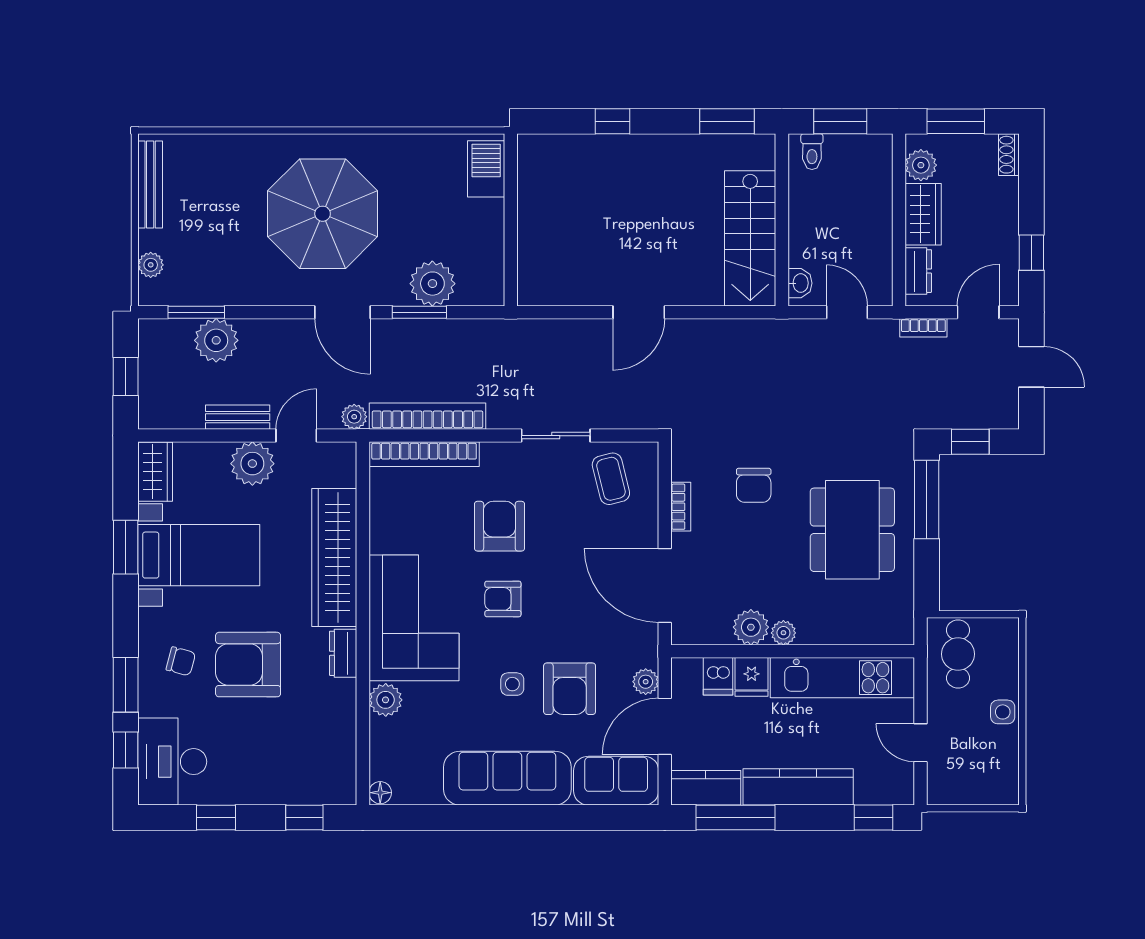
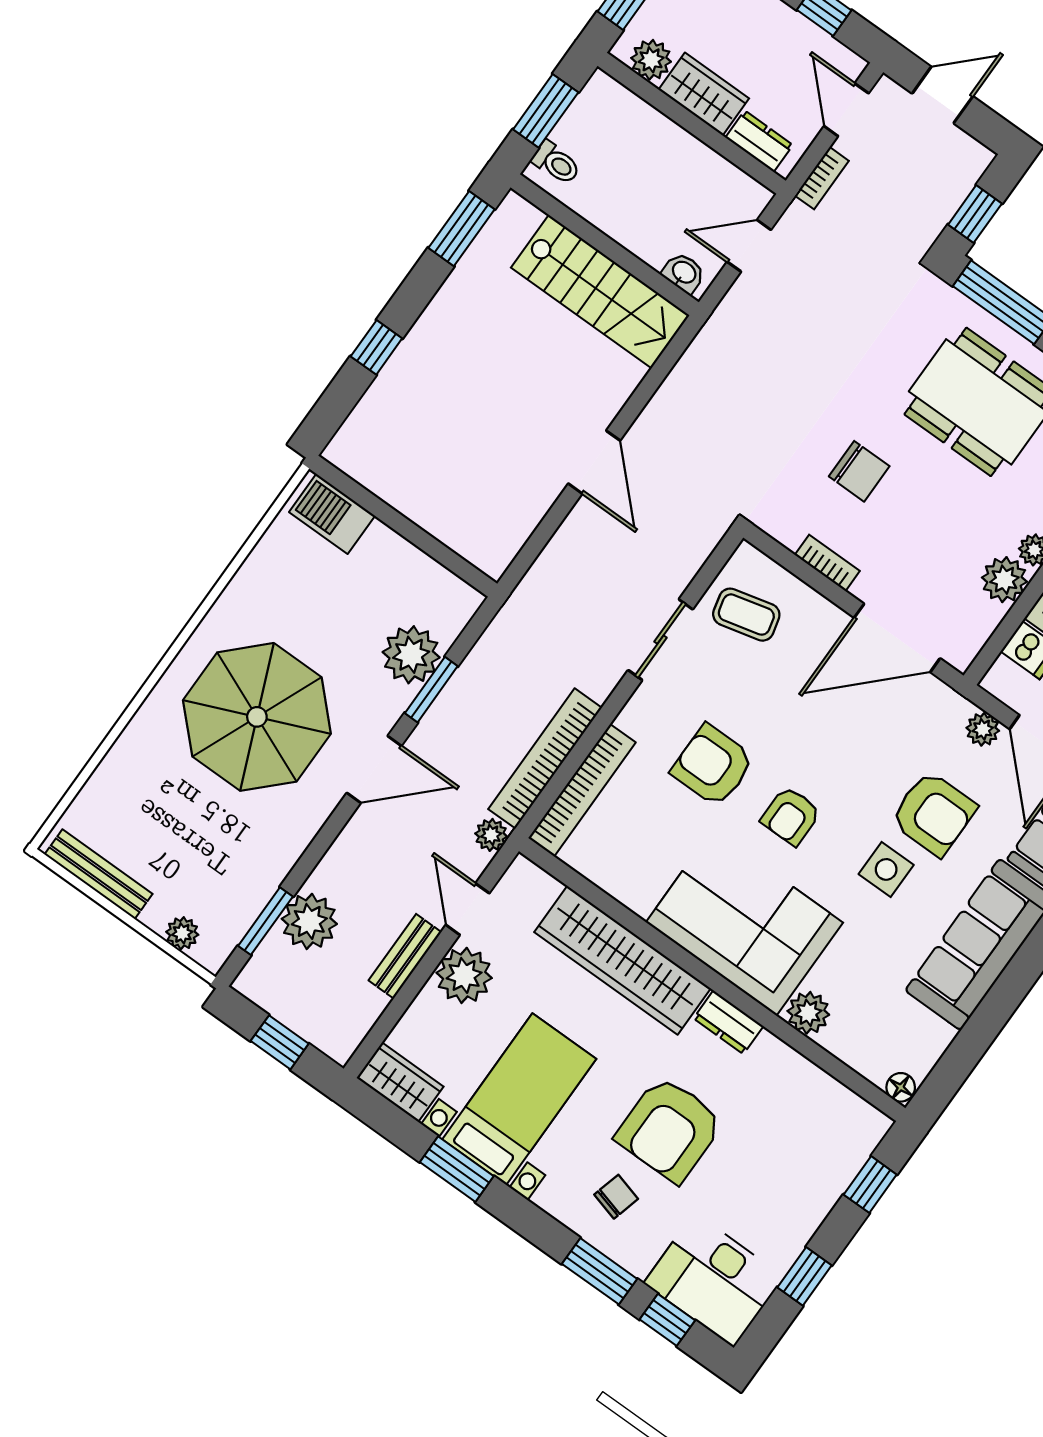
side table: (512, 684) -> (886, 869), width x1.37, depth x1.37

